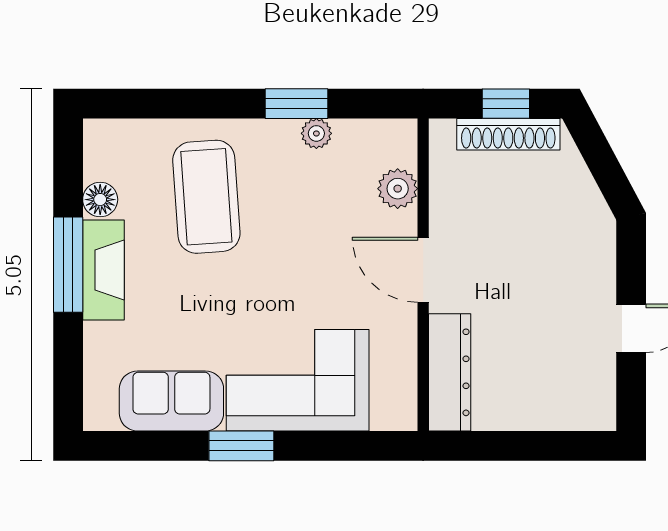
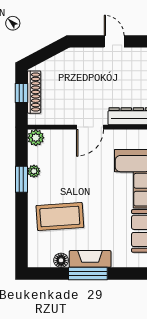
plant: (398, 189) -> (36, 138), moved

